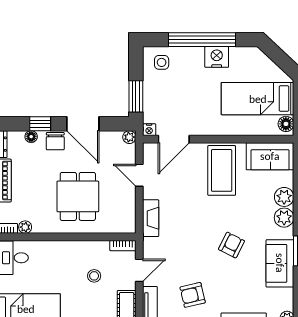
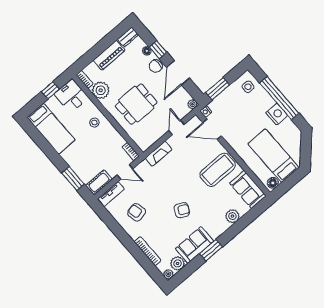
plant: (284, 218) -> (178, 263), moved
plant: (25, 227) -> (101, 90), width x1.88, depth x1.88
stool: (94, 276) -> (94, 123), moved

